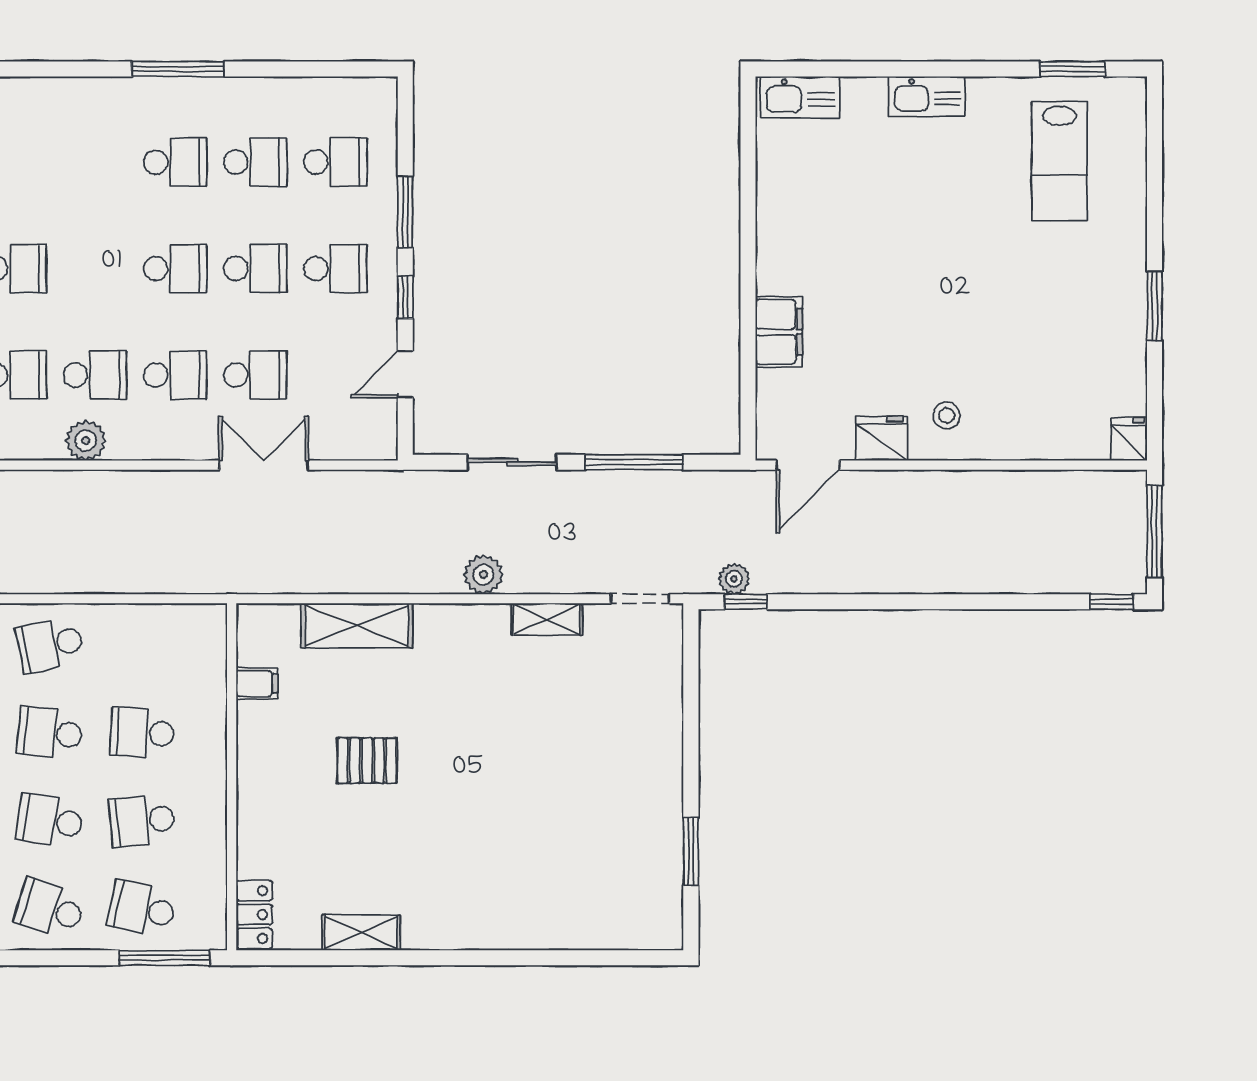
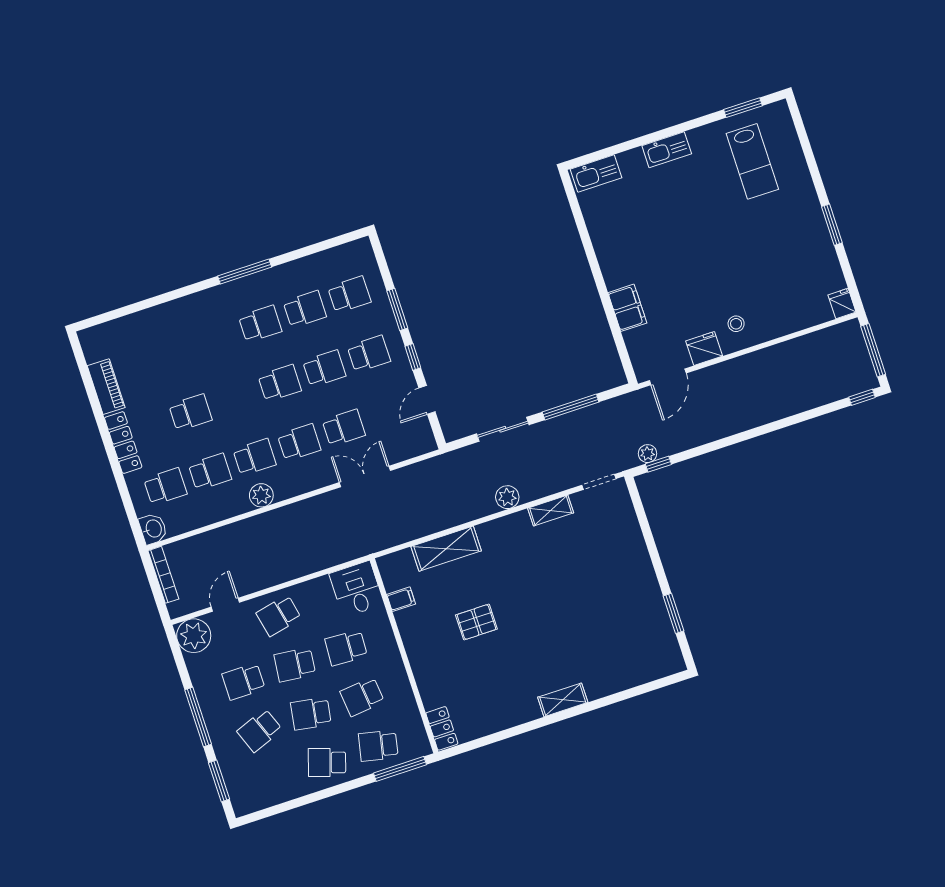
desk: (190, 643) -> (357, 589), added
shelving: (361, 933) -> (563, 700), moved

